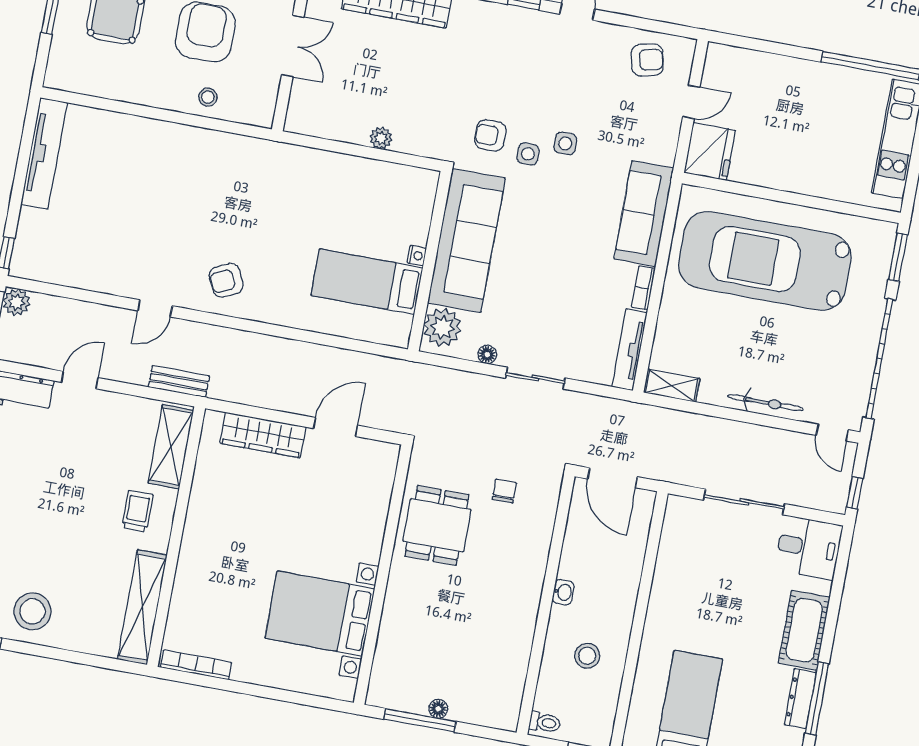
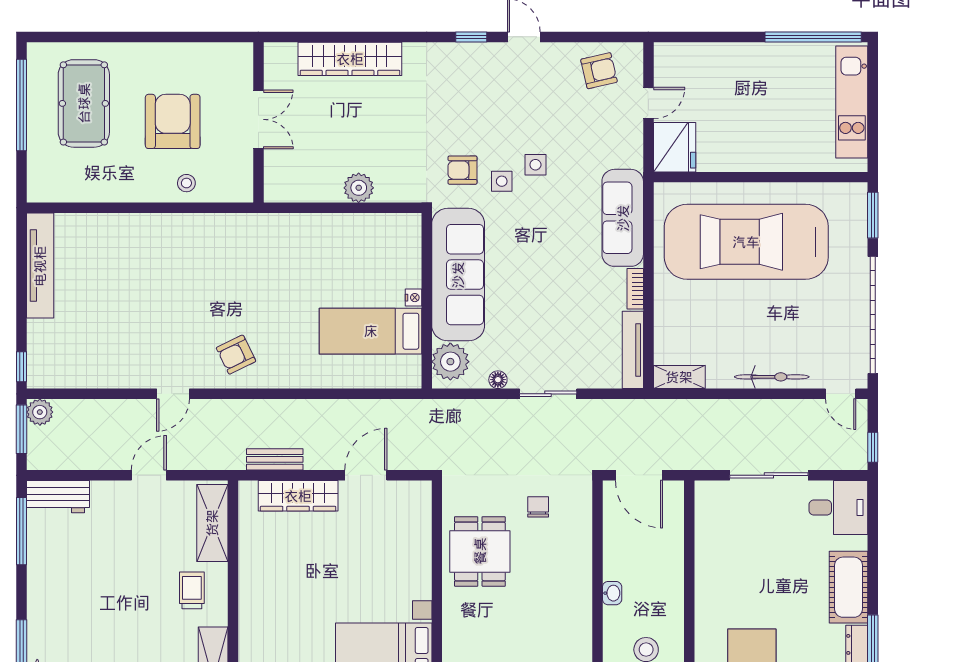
plant: (381, 138) -> (359, 188), width x1.38, depth x1.38
door: (80, 380) -> (149, 475), moved
bench: (179, 382) -> (275, 459), moved

